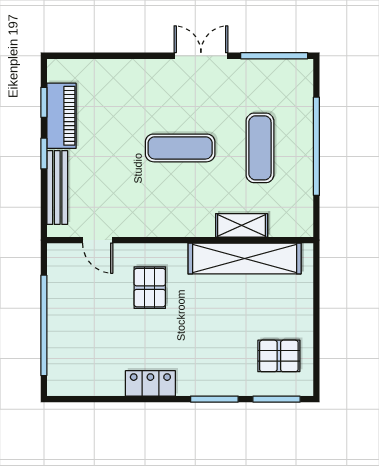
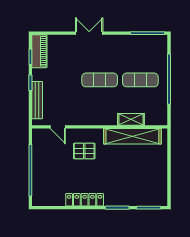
double door: (201, 56) -> (89, 33), moved
piano: (61, 116) -> (39, 51), moved
exercise mat: (260, 148) -> (140, 80), turned 90
pallet: (150, 288) -> (84, 151), turned 90
pallet: (279, 356) -> (150, 186), removed
locker: (150, 383) -> (85, 200), width x1.53

